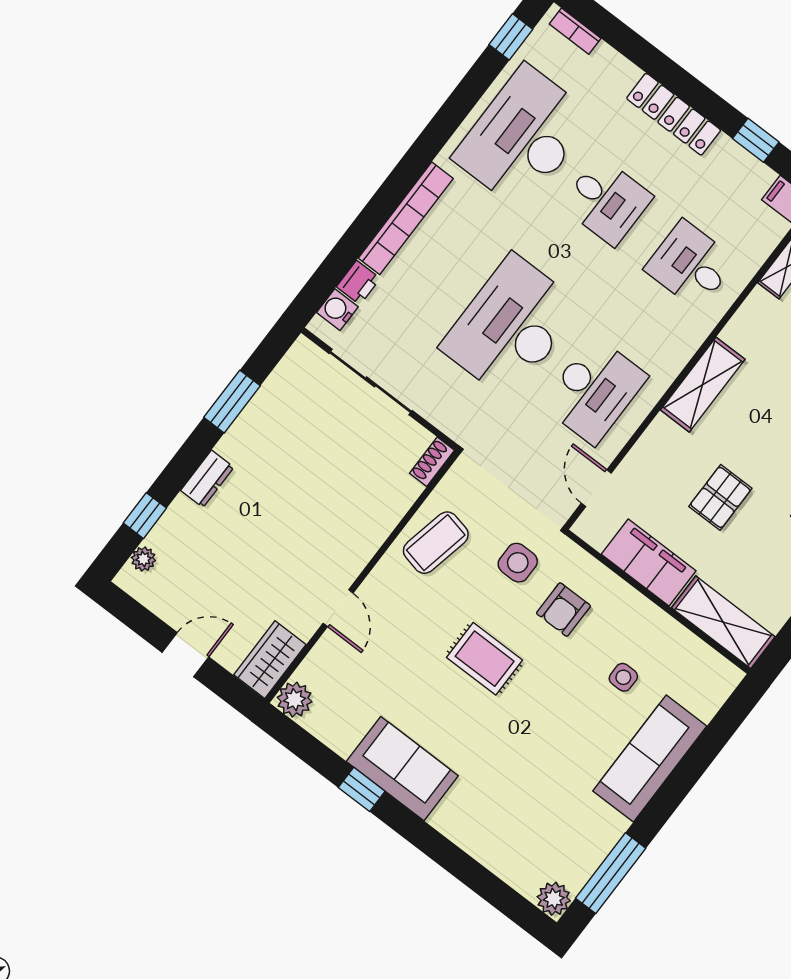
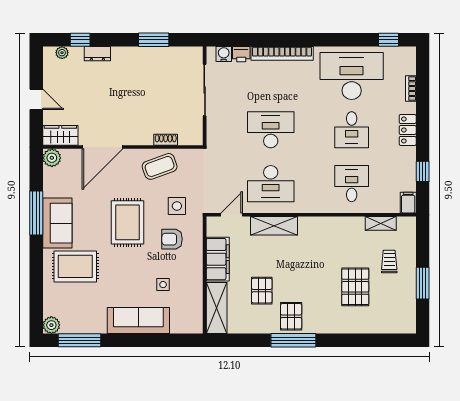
bookcase: (575, 31) -> (411, 89), moved
locker: (674, 114) -> (408, 130), width x0.66
desk: (511, 327) -> (271, 130), width x0.73, depth x0.77
shelving: (703, 385) -> (274, 226), moved
shoe rack: (432, 462) -> (166, 140), moved
dresser: (207, 479) -> (97, 54), moved
pallet: (720, 497) -> (262, 291), moved, turned 90
coffee table: (436, 543) -> (160, 166), turned -32
door: (338, 608) -> (102, 147), width x1.87
rug: (485, 659) -> (128, 222), width x1.36, depth x1.43
window: (362, 789) -> (36, 213), width x2.17
rug: (491, 792) -> (75, 266), added

